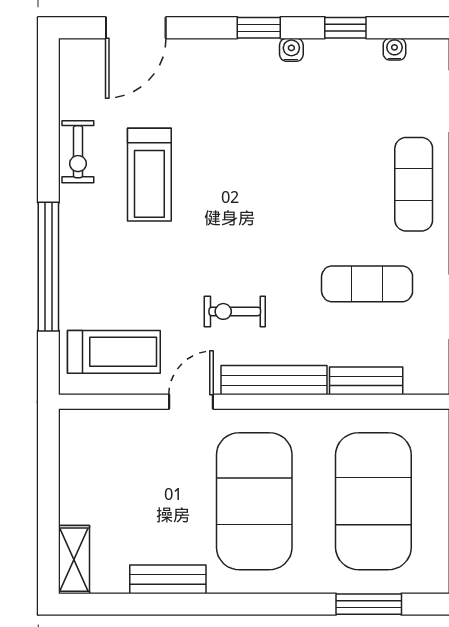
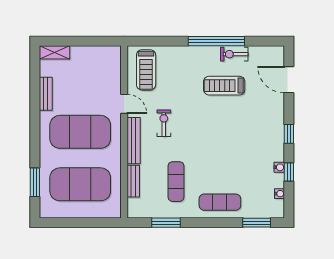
water cooler: (291, 50) -> (279, 167), moved
window: (48, 267) -> (216, 41), moved

